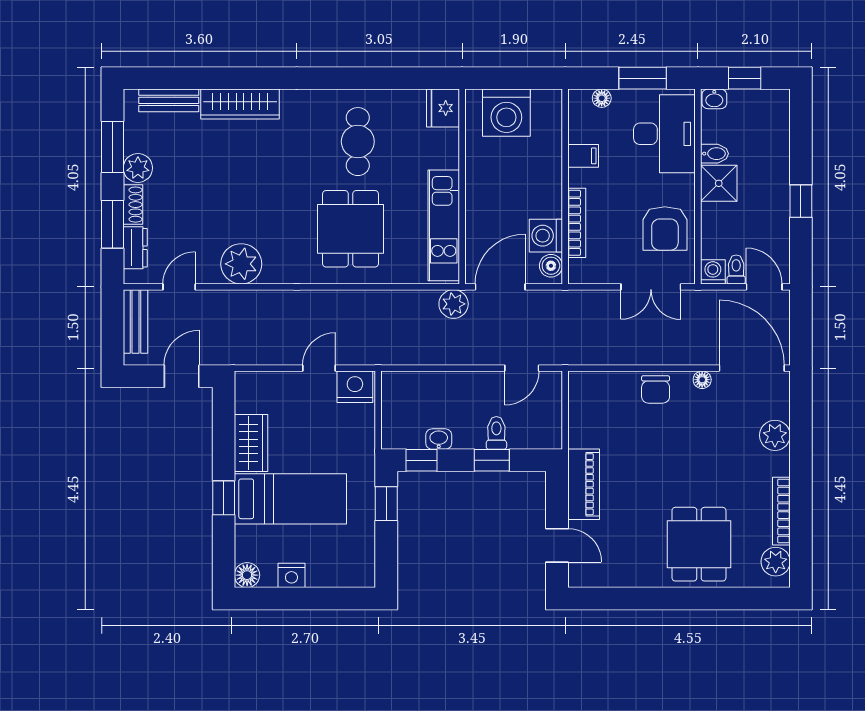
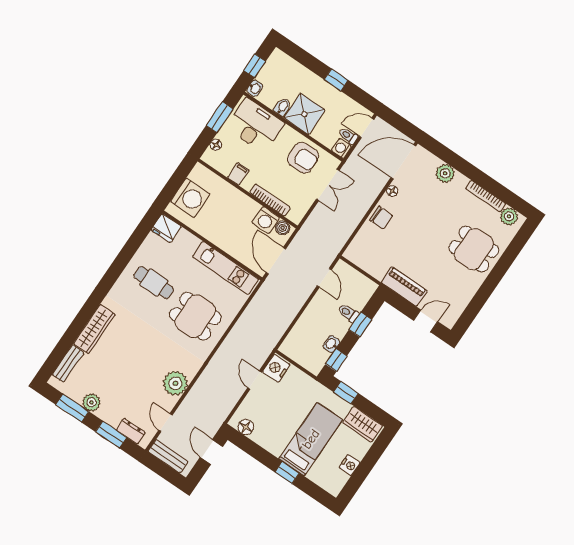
shower: (719, 183) -> (304, 114), width x1.36, depth x1.36
shoe rack: (133, 205) -> (108, 417), removed
plant: (454, 304) -> (269, 290), removed
wardrobe: (251, 443) -> (363, 424), moved, turned 180
floor lamp: (247, 575) -> (246, 427), moved

